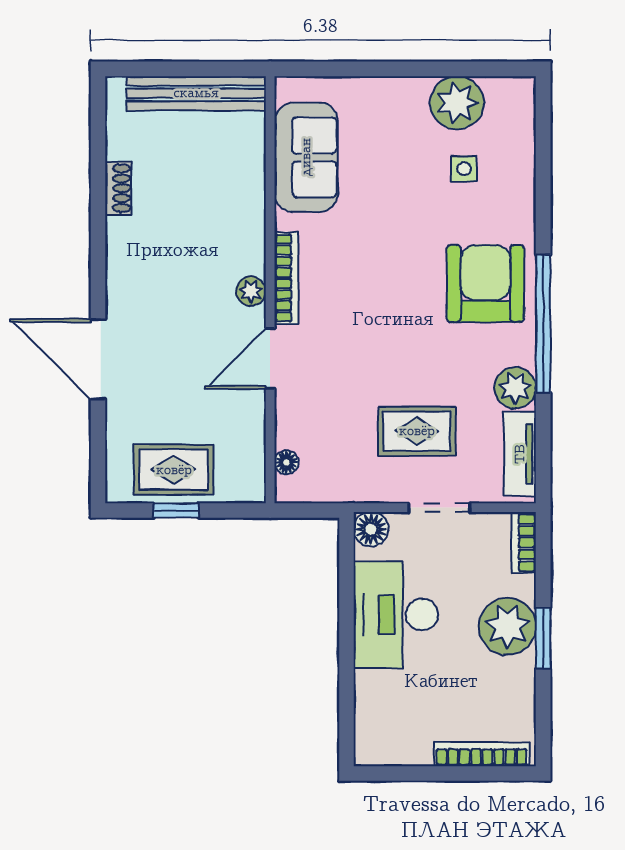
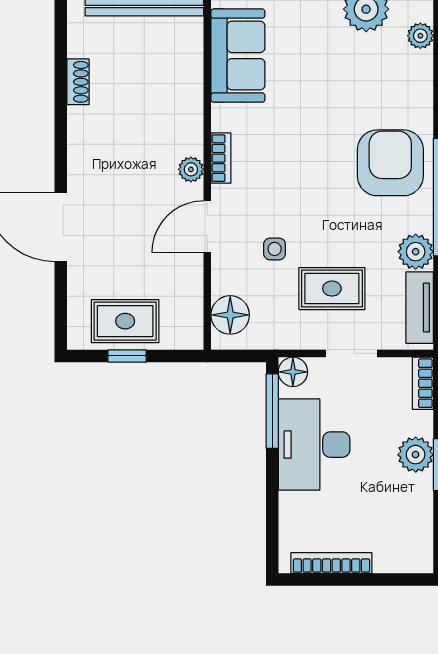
plant: (521, 134) -> (420, 36), added
side table: (464, 169) -> (275, 249), moved
bookcase: (286, 278) -> (221, 158), width x0.64
floor lamp: (286, 462) -> (230, 315), width x1.89, depth x1.89
window: (347, 575) -> (272, 411), added
plant: (507, 626) -> (416, 455), width x0.73, depth x0.73
bookcase: (482, 754) -> (331, 563), moved

